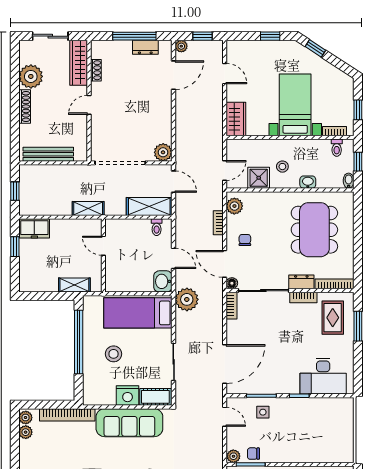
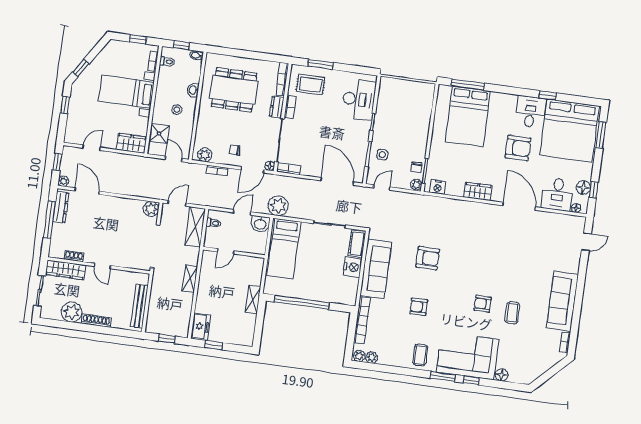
dresser: (145, 47) -> (61, 207), width x1.44
shower: (259, 178) -> (159, 134), moved
door: (103, 246) -> (226, 251), moved
wall: (103, 255) -> (234, 252), moved
stool: (114, 354) -> (316, 274), removed

